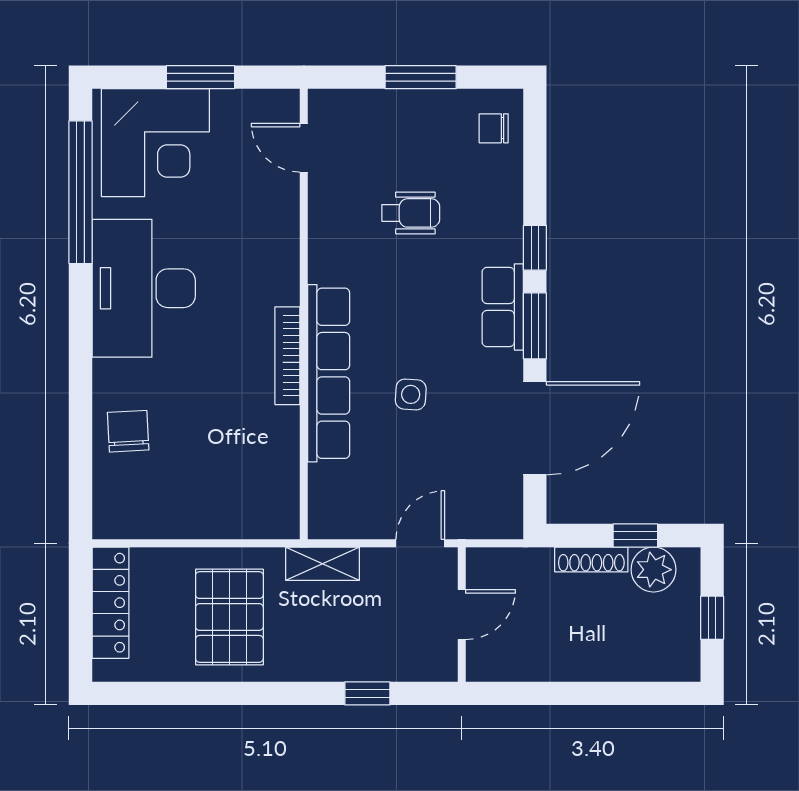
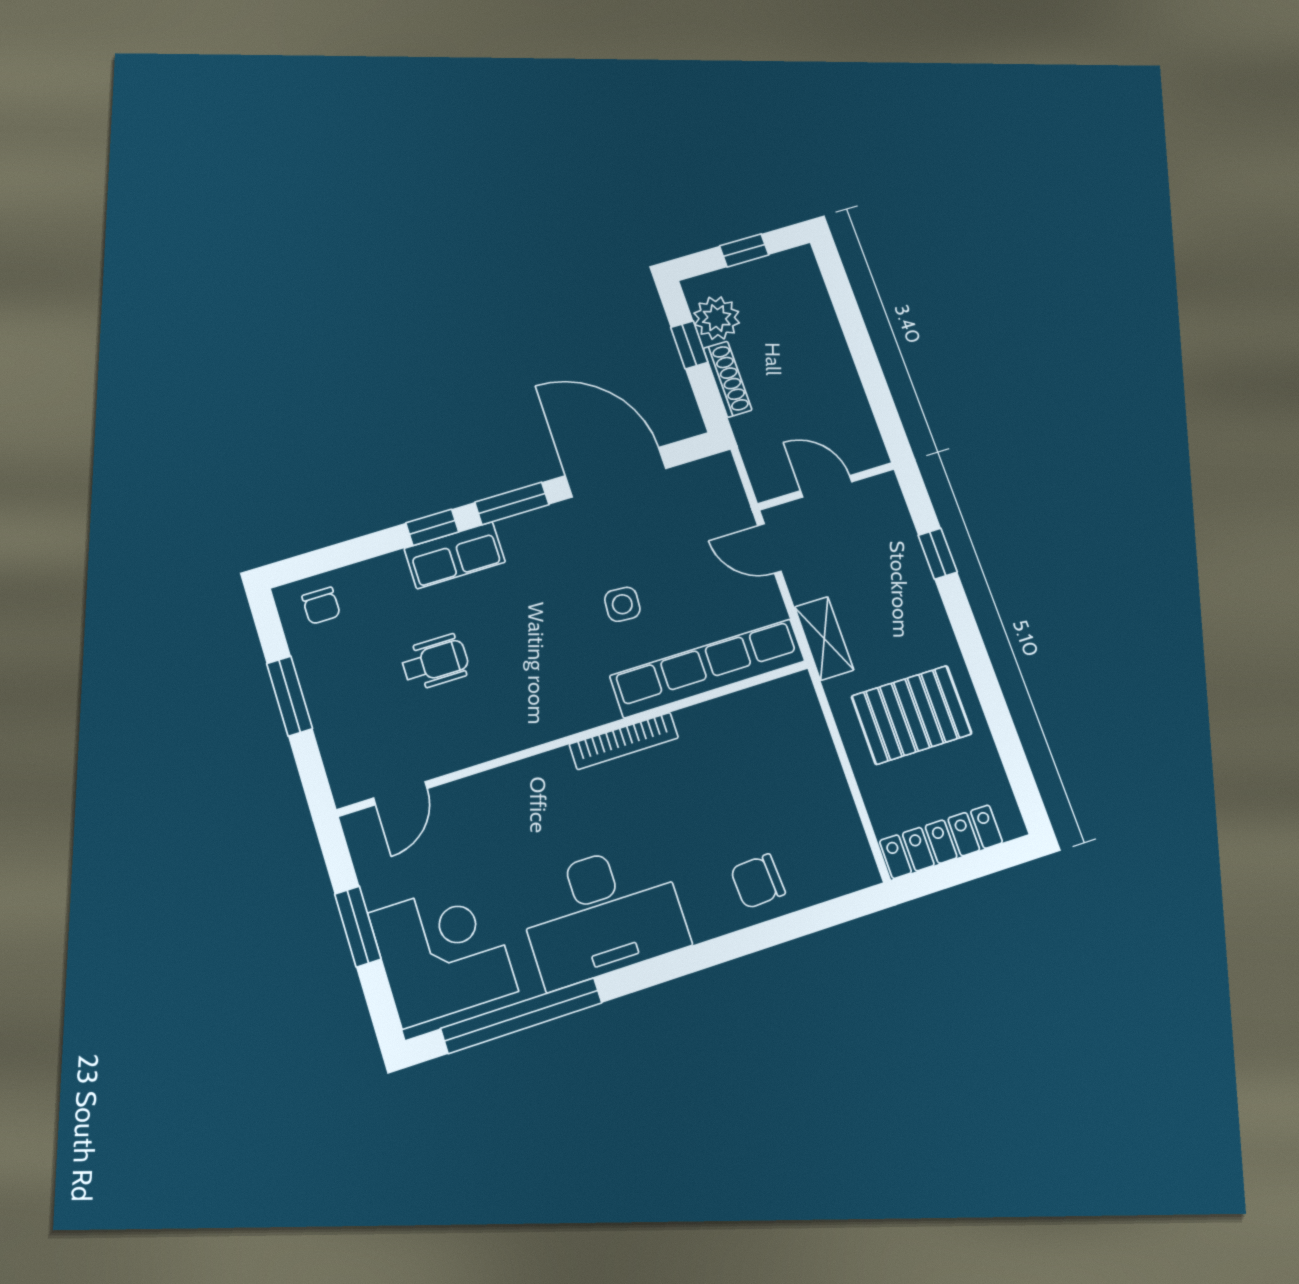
wheelchair: (411, 213) -> (435, 662), turned 90
row of seats: (503, 307) -> (455, 555), moved
row of seats: (329, 373) -> (707, 668), moved

